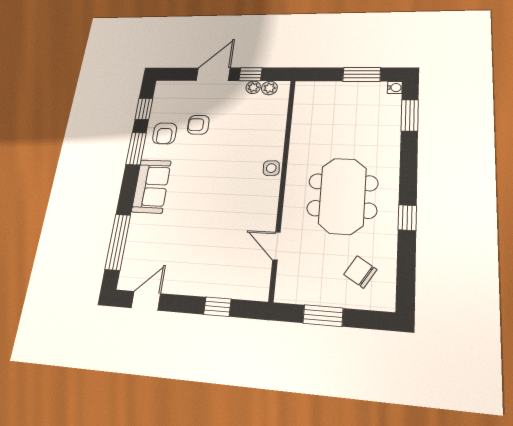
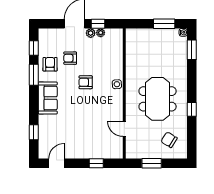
plant: (269, 88) -> (91, 33), moved
armchair: (165, 133) -> (50, 64), turned 180
armchair: (218, 163) -> (86, 82), added
window: (118, 242) -> (34, 132), width x0.46

